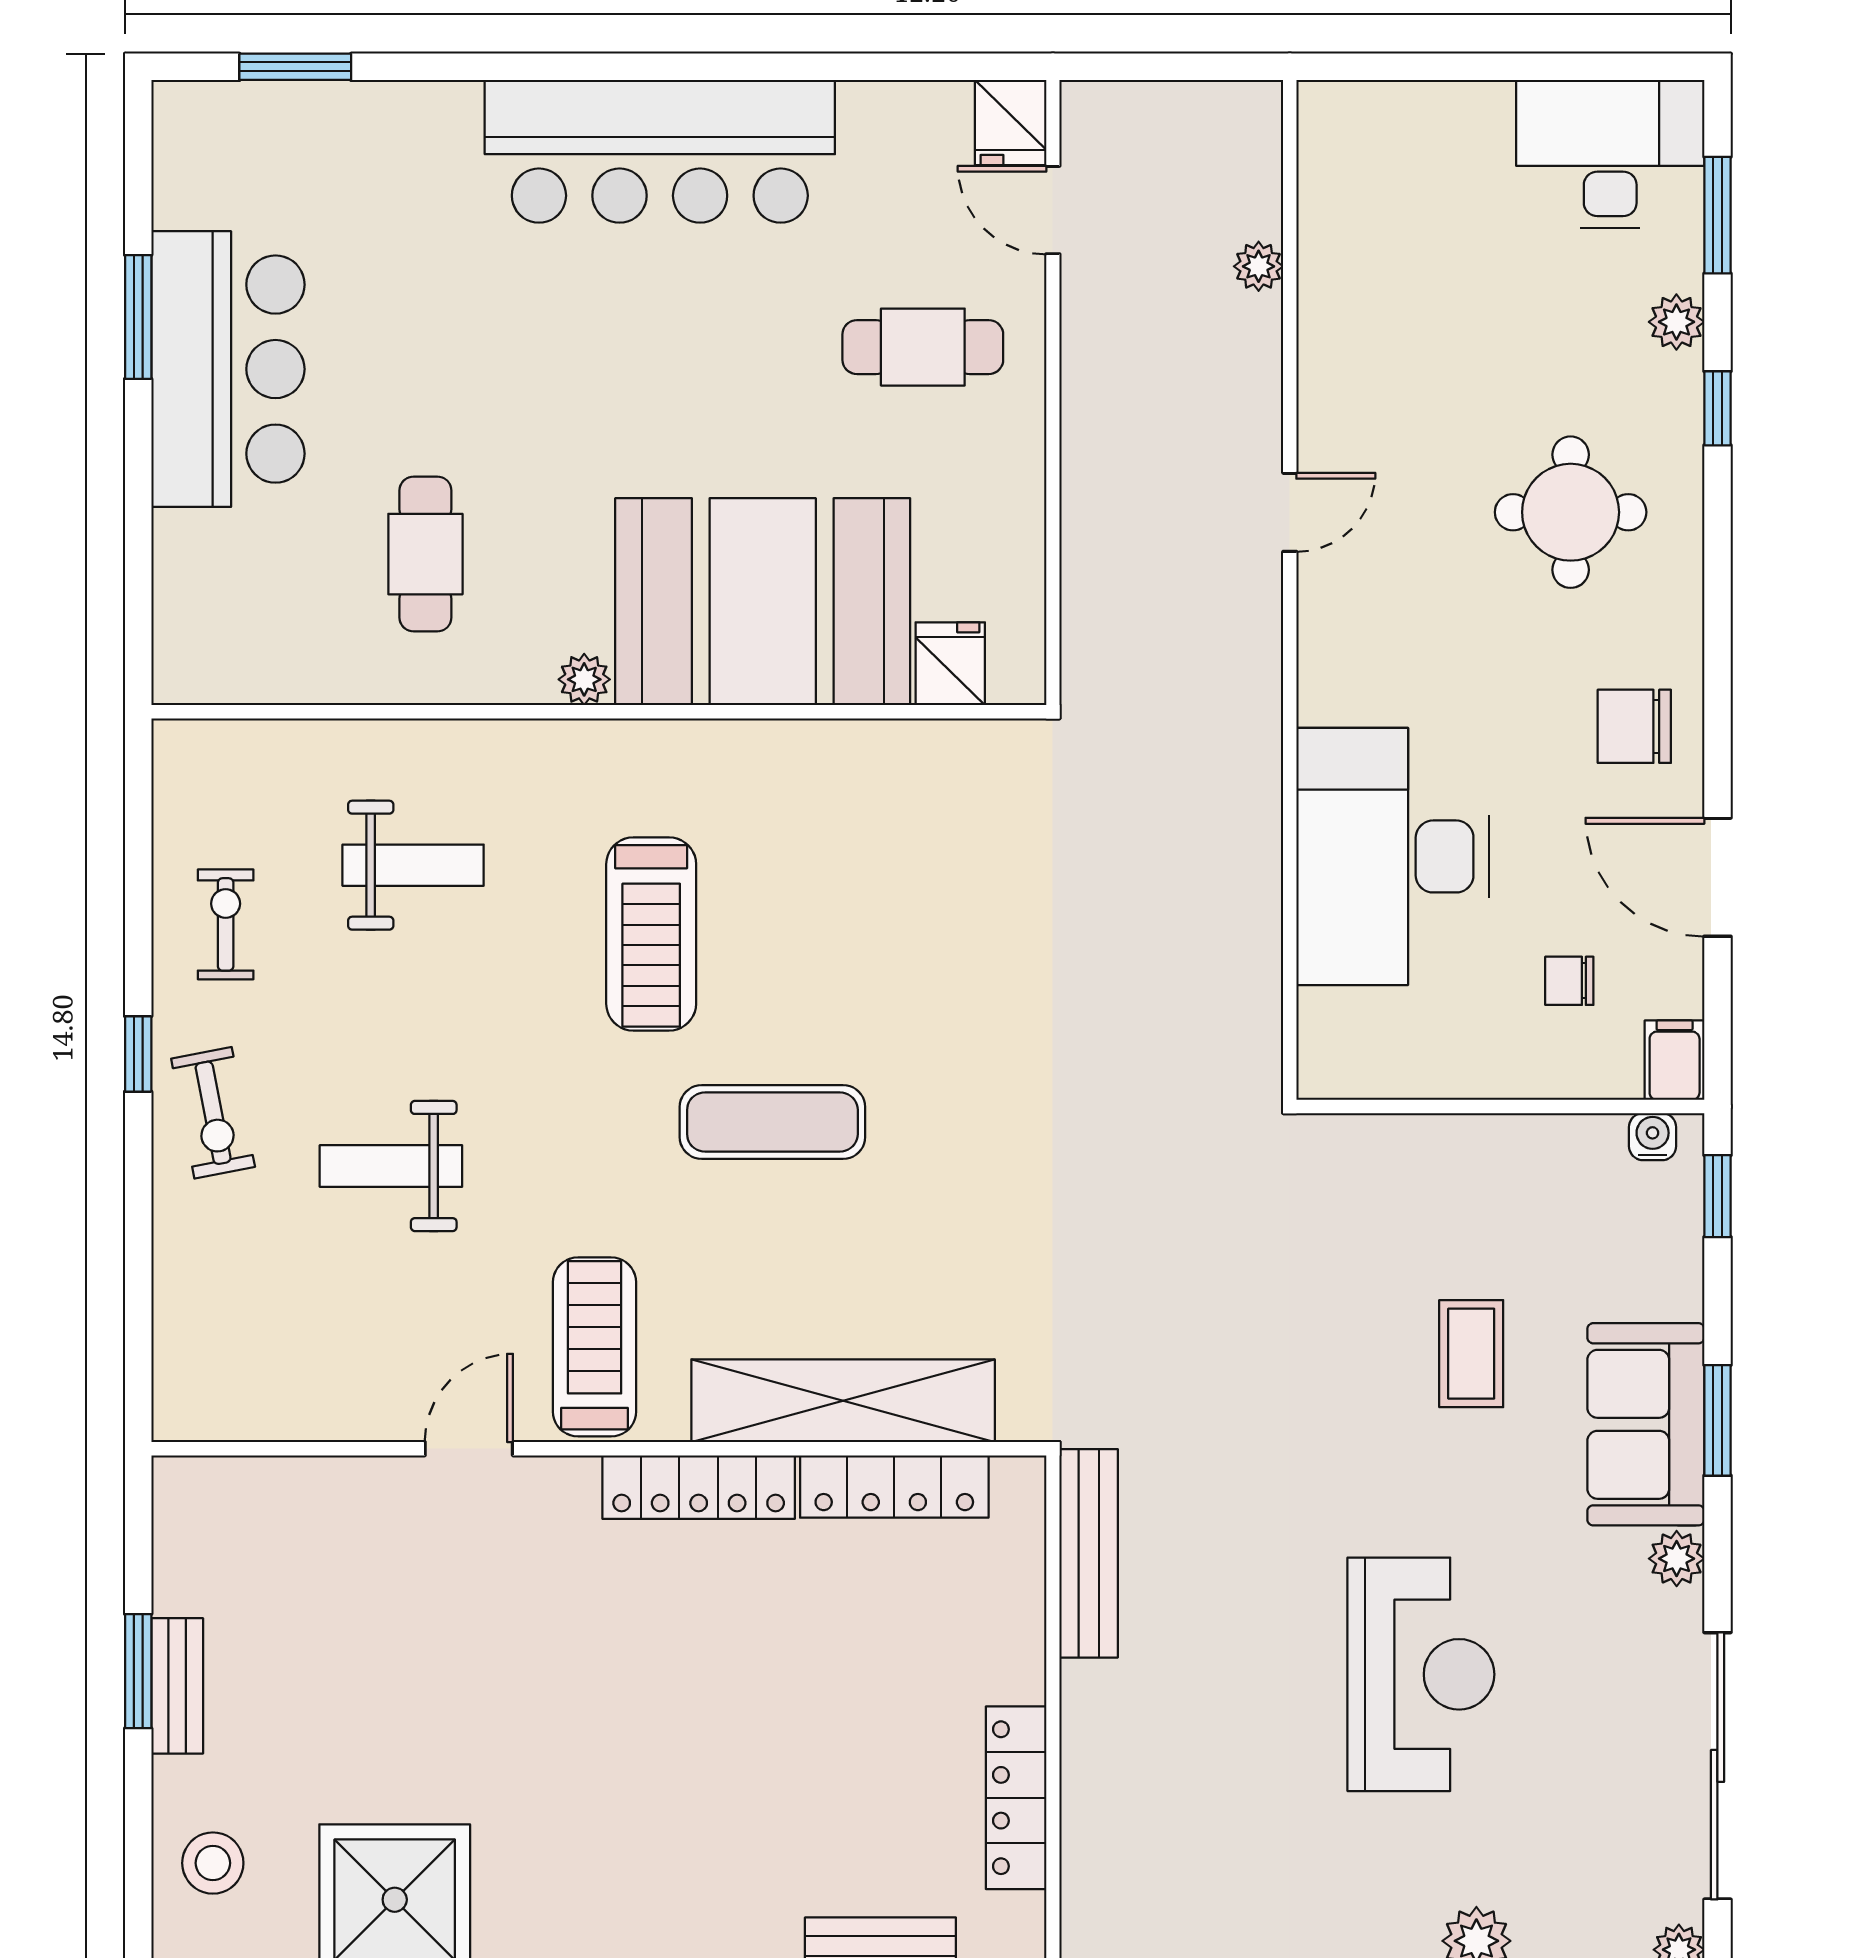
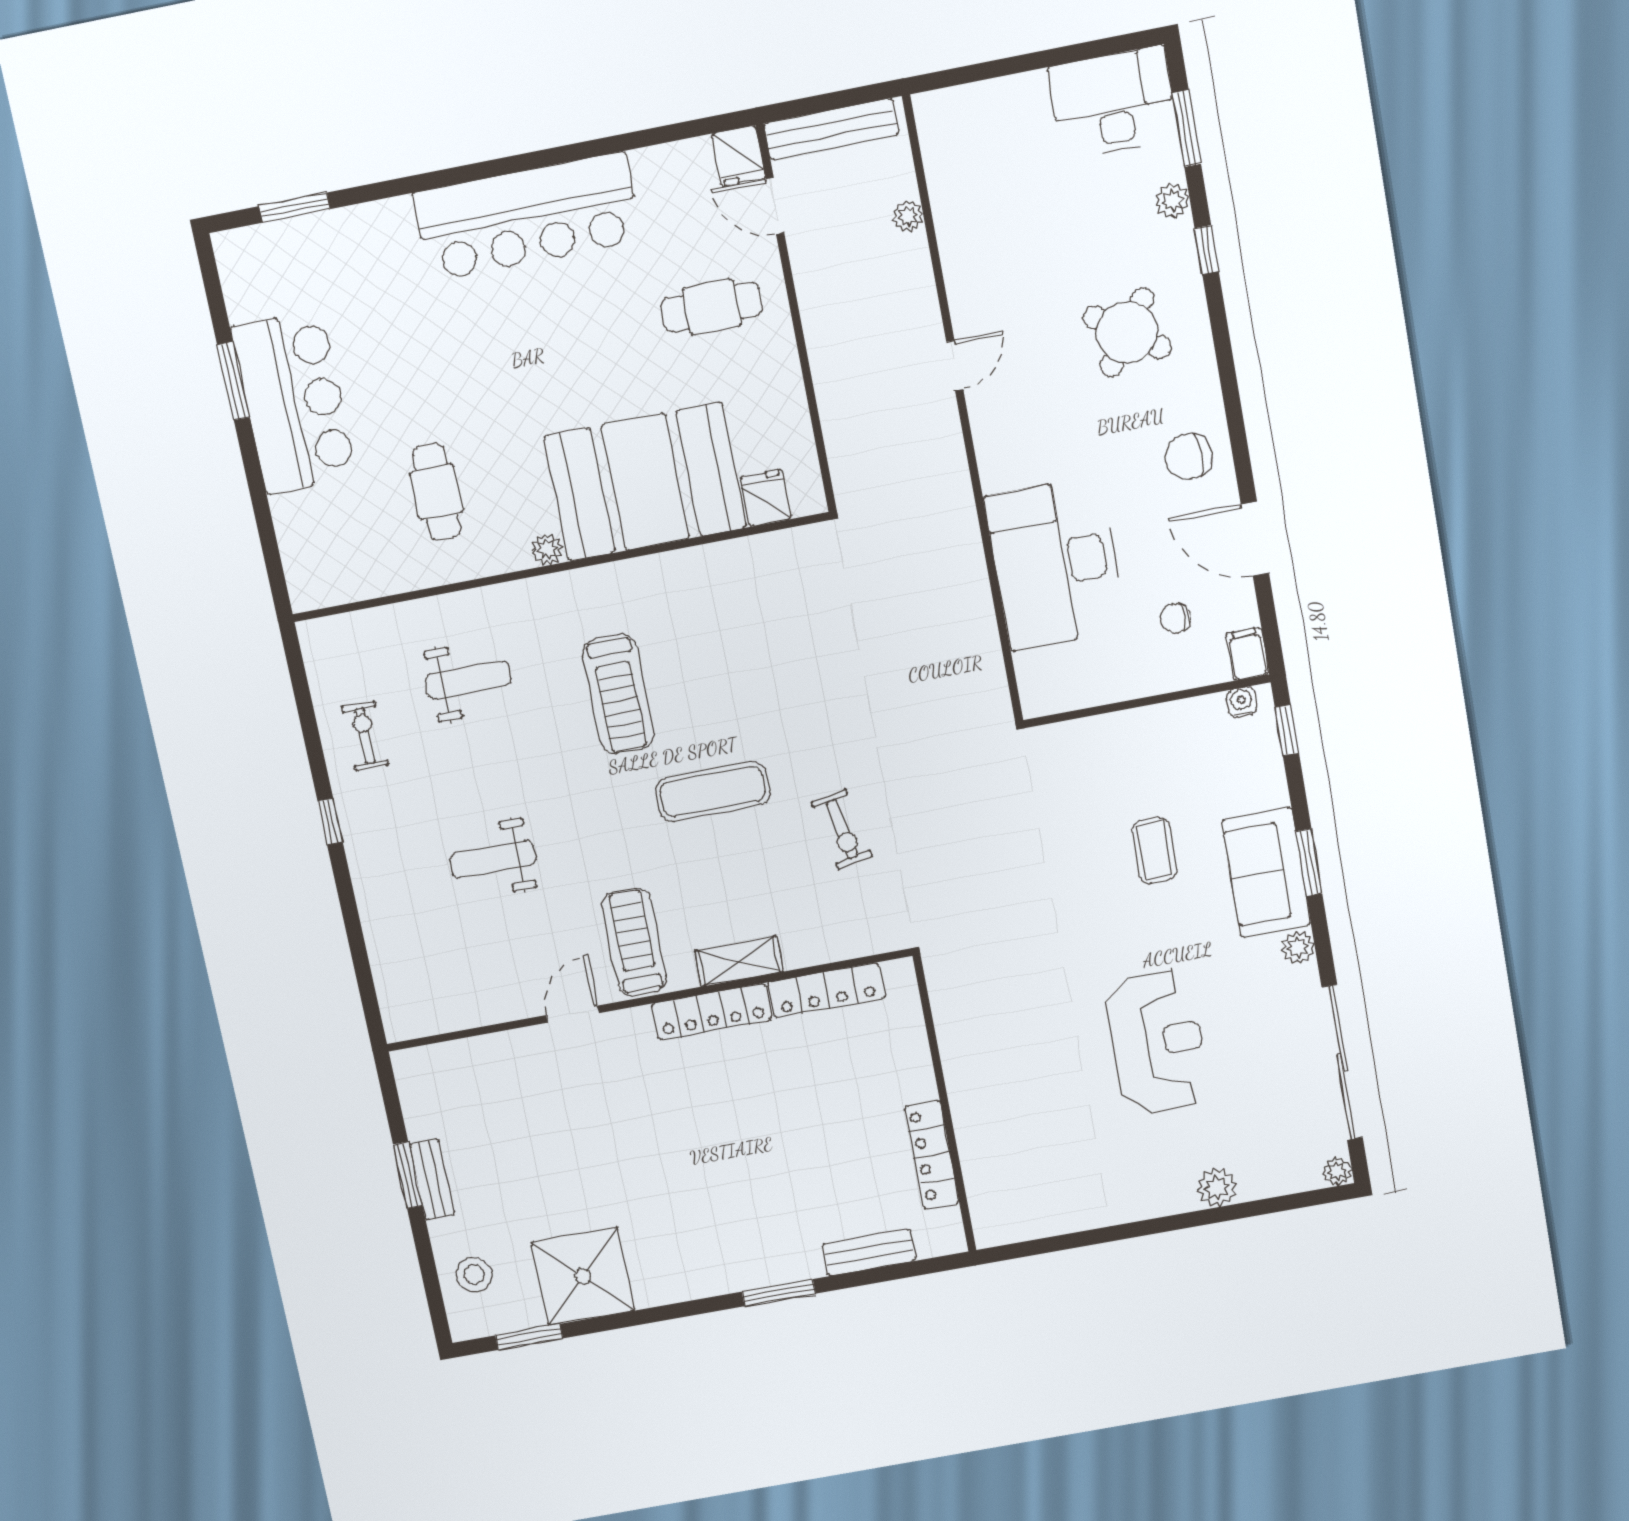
round table: (1571, 512) -> (1127, 332), turned 35
exercise bike: (213, 1113) -> (842, 829), moved
shelving: (843, 1401) -> (739, 961), width x0.45, depth x0.75
bench: (1089, 1553) -> (831, 129), moved, turned 90

